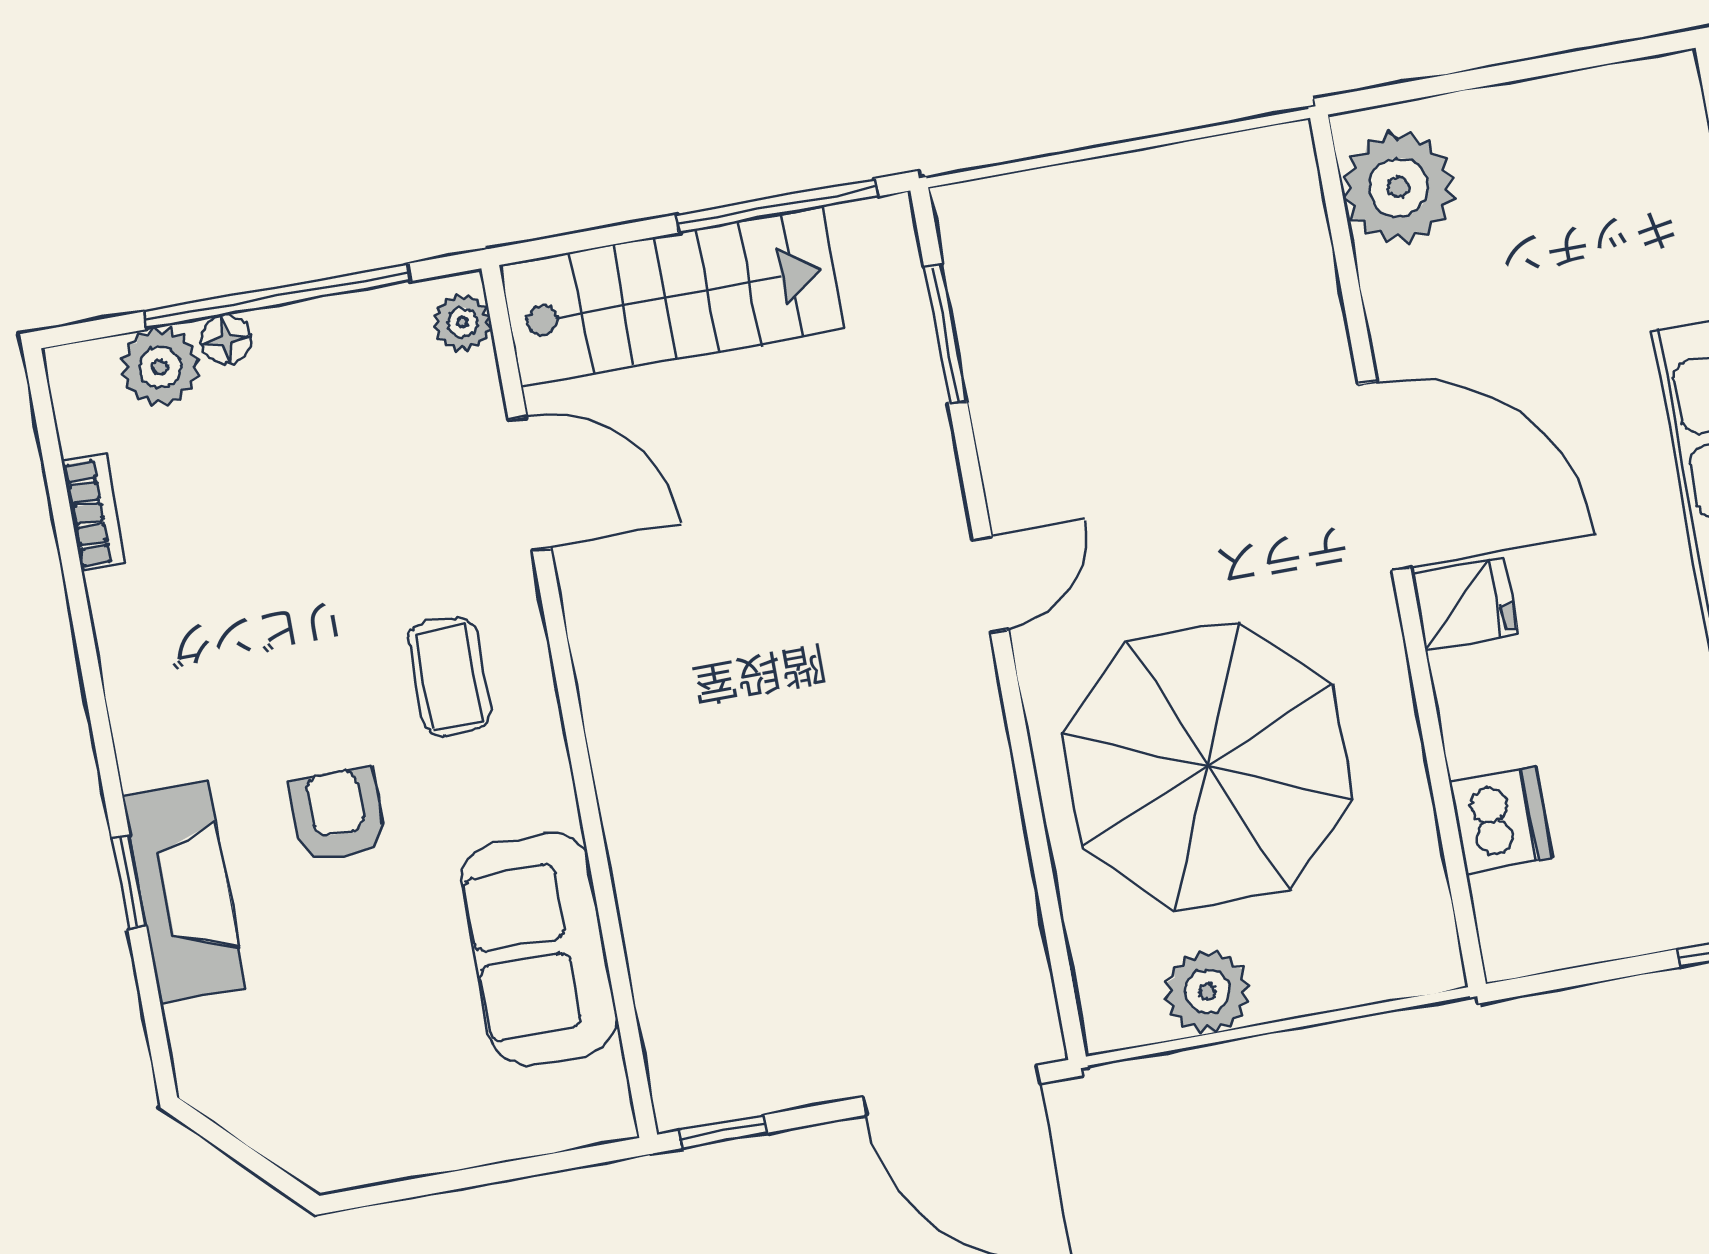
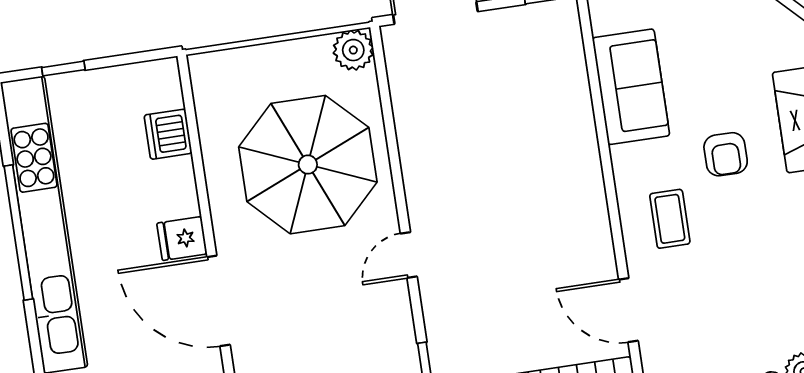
plant: (1207, 992) -> (353, 50), moved

